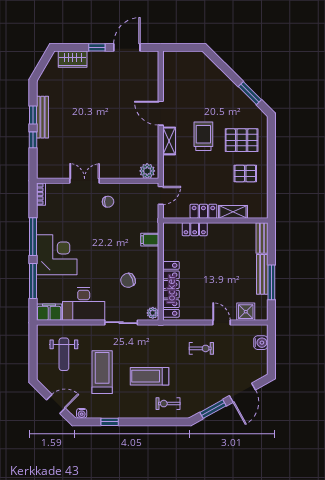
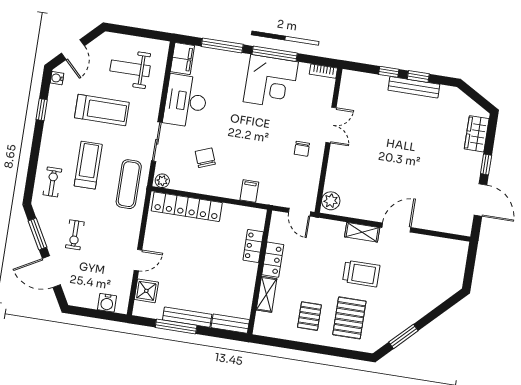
corner desk: (57, 255) -> (271, 82), moved
exercise mat: (160, 340) -> (129, 184), added
exercise bike: (201, 348) -> (75, 235), moved

